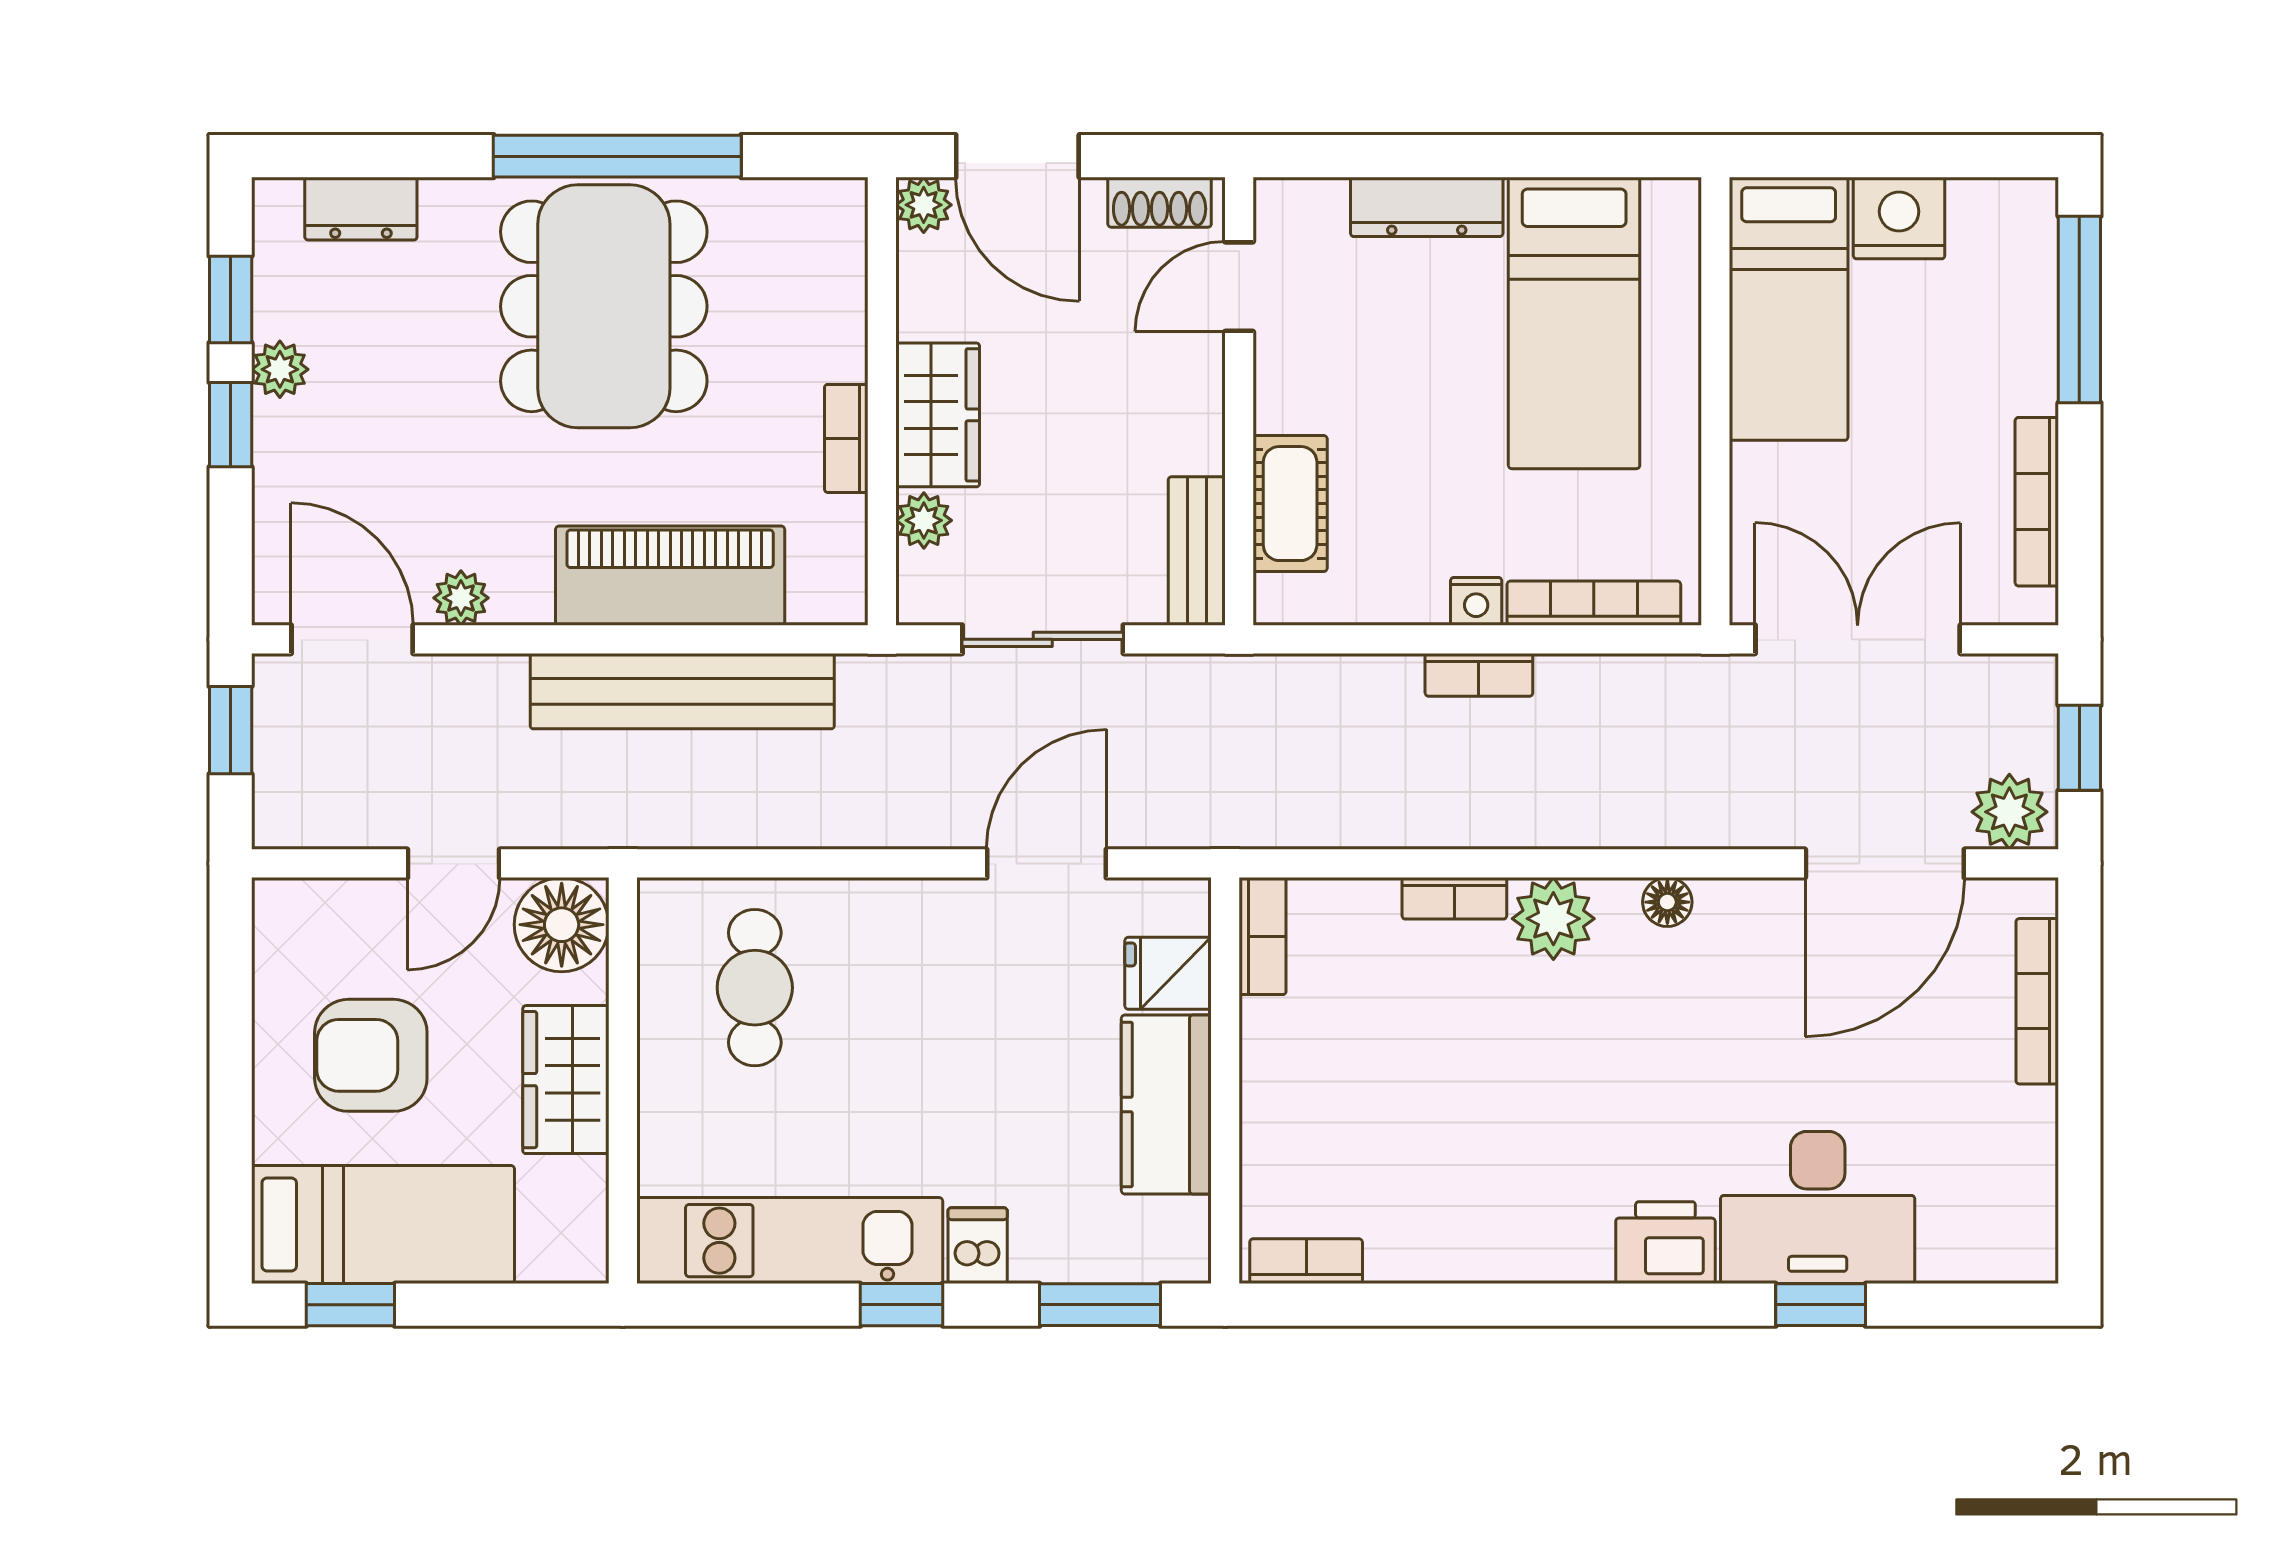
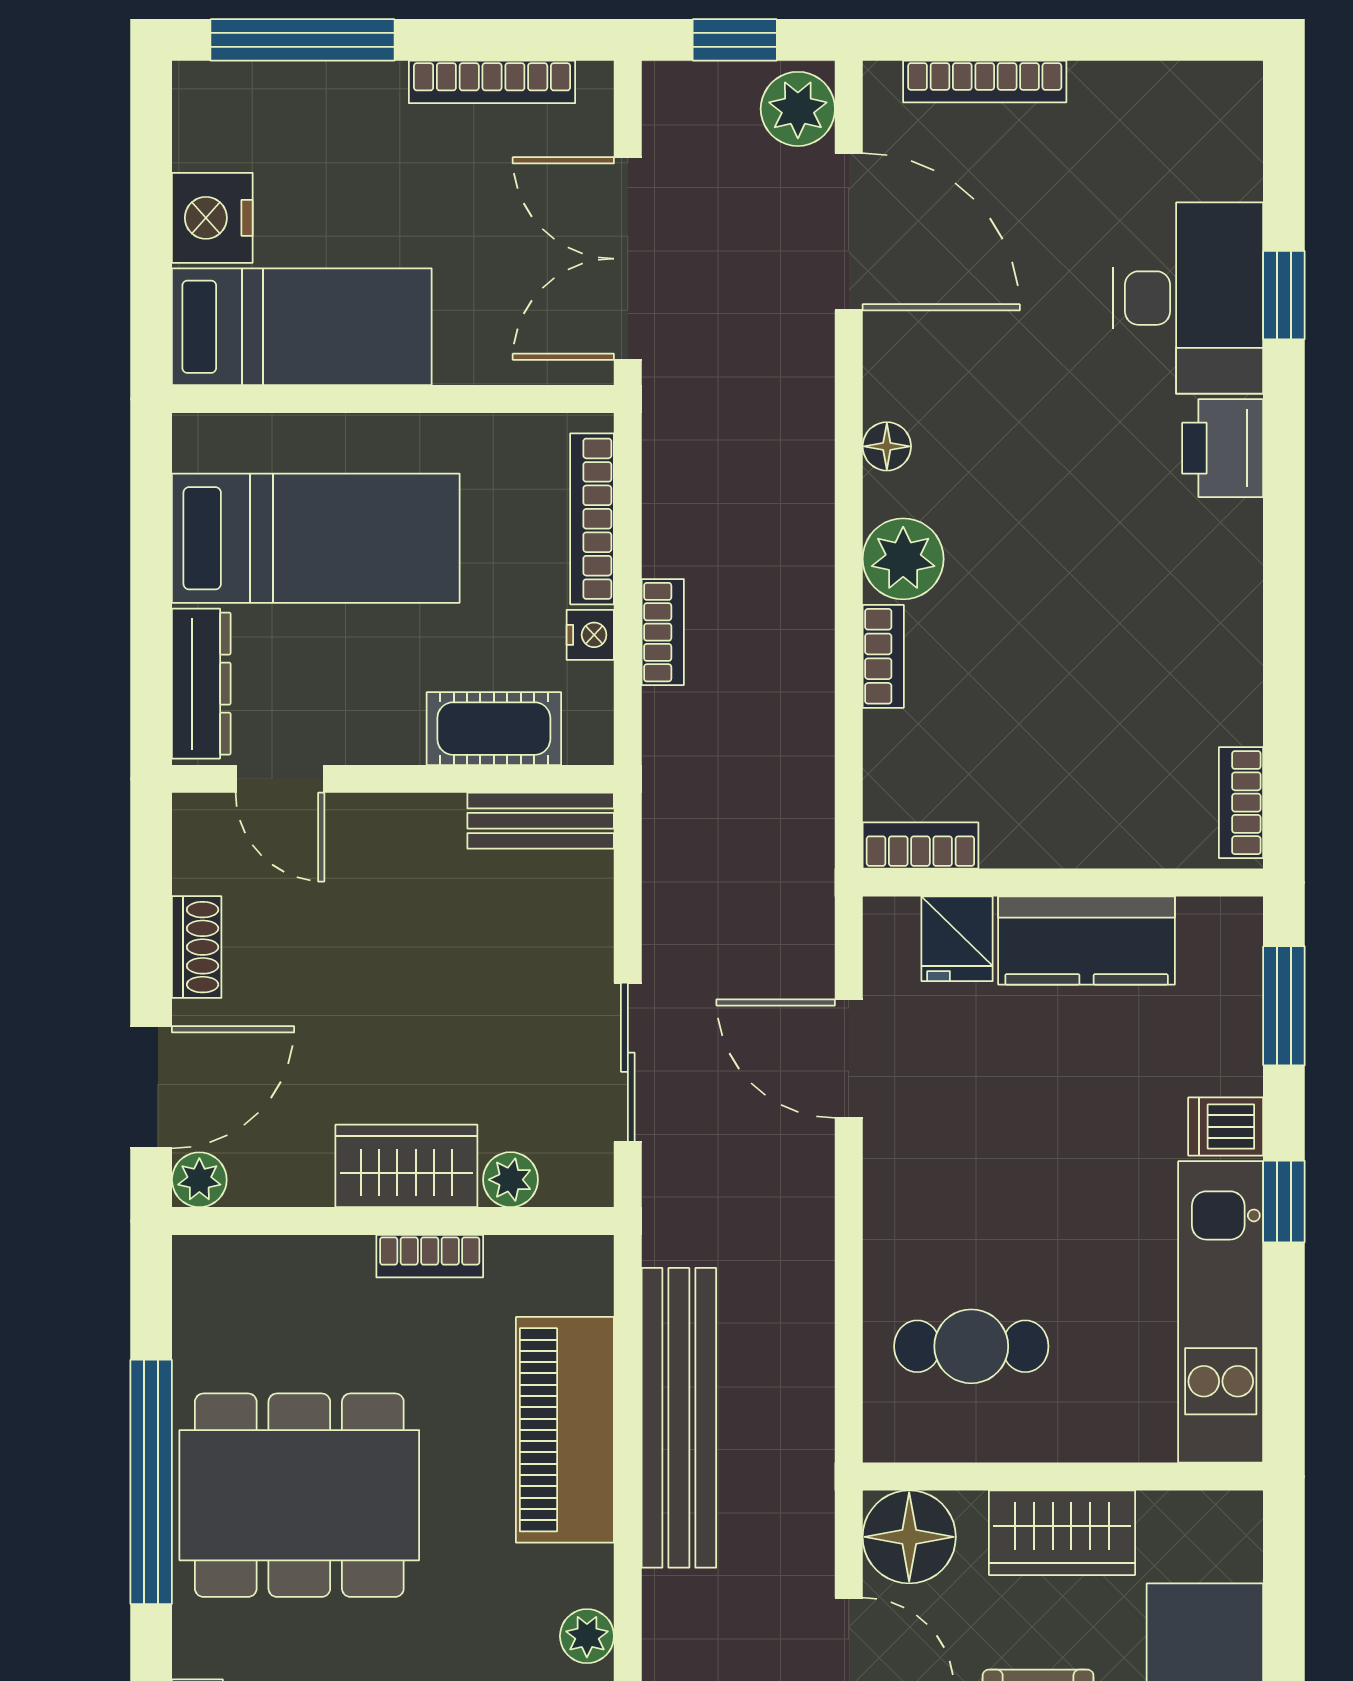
door: (1239, 287) -> (280, 779), moved
wall: (1239, 401) -> (393, 779), moved
cot: (1290, 504) -> (494, 729), moved
bench: (1197, 551) -> (541, 821), moved

